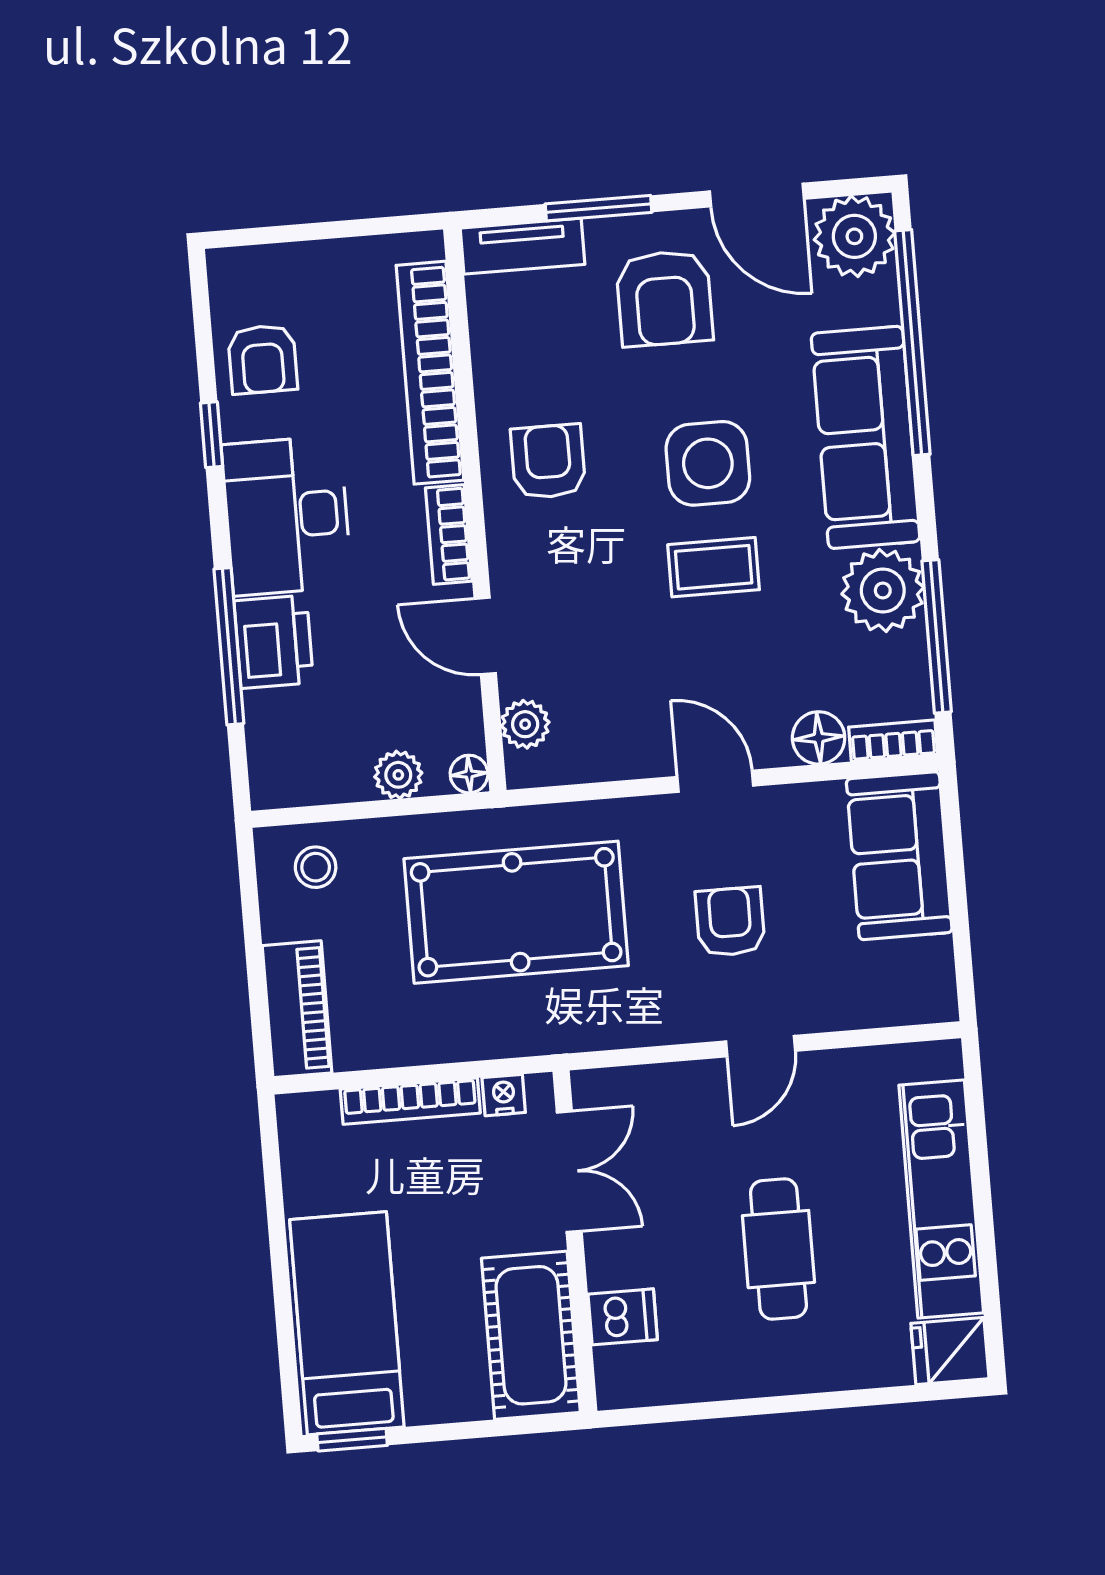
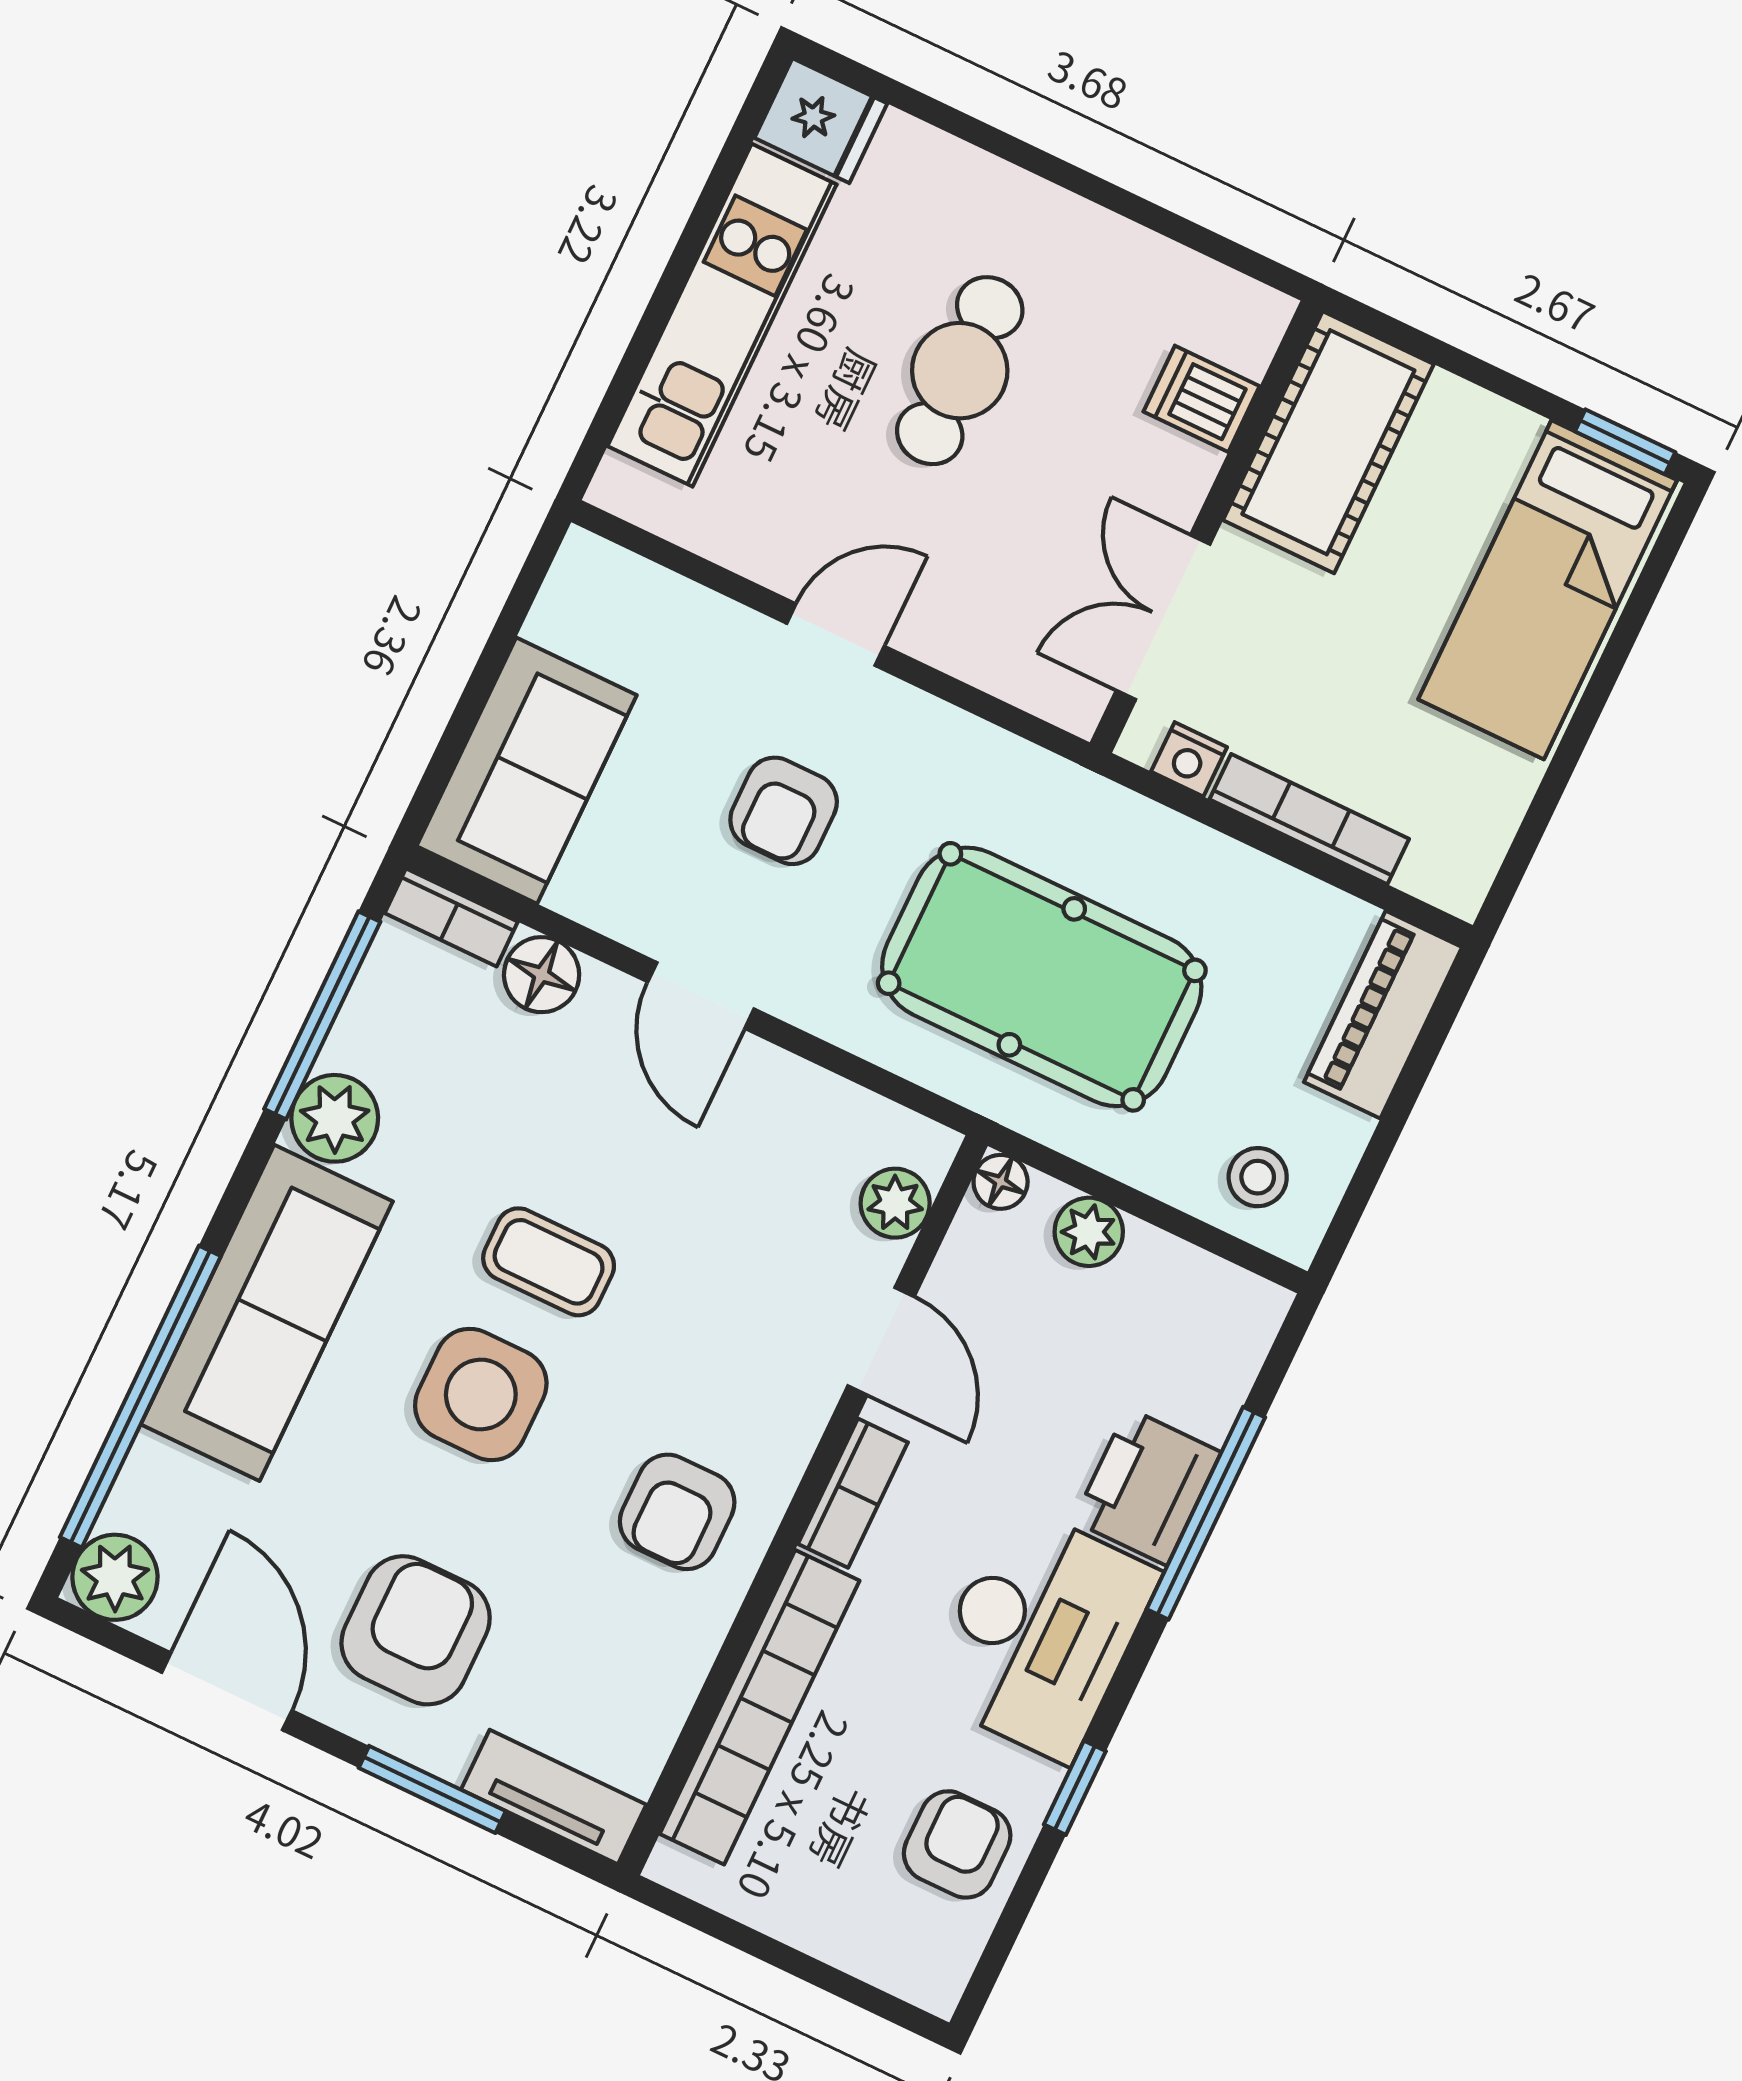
plant: (854, 236) -> (115, 1577), width x0.73, depth x0.73
plant: (883, 590) -> (335, 1118), width x0.73, depth x0.73

